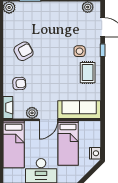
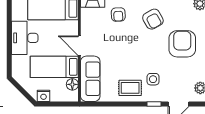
armchair: (47, 24) -> (182, 44), added
plant: (32, 113) -> (87, 28), removed
floor lamp: (84, 126) -> (72, 84), added

